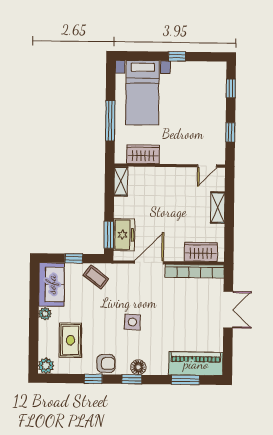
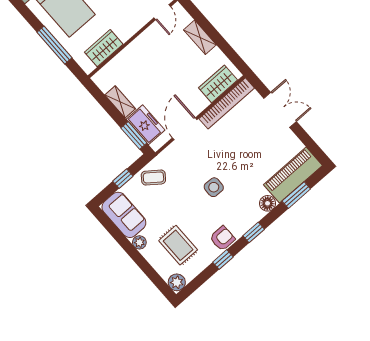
shelving: (121, 181) -> (120, 102), moved
floor lamp: (138, 367) -> (268, 203), moved

